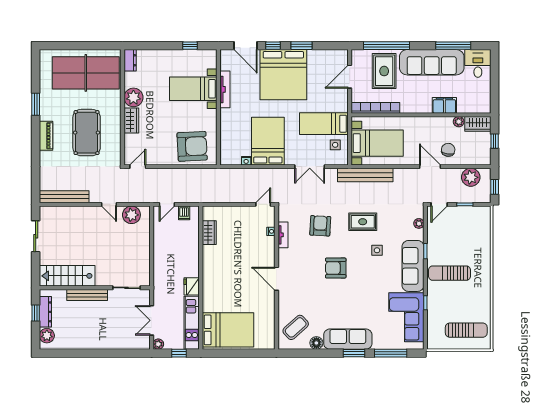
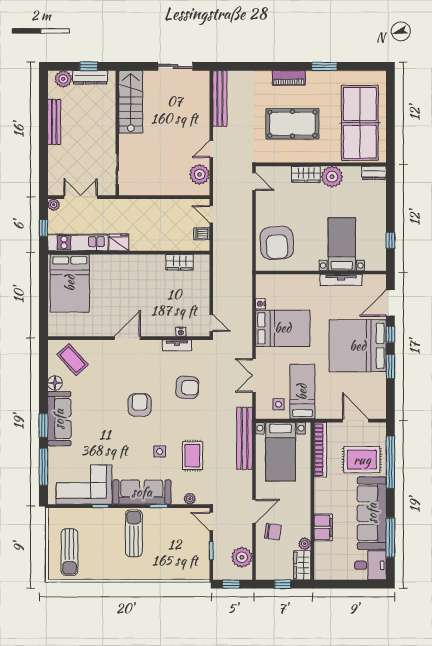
rug: (363, 222) -> (192, 456), moved
bench: (87, 295) -> (54, 122), moved

